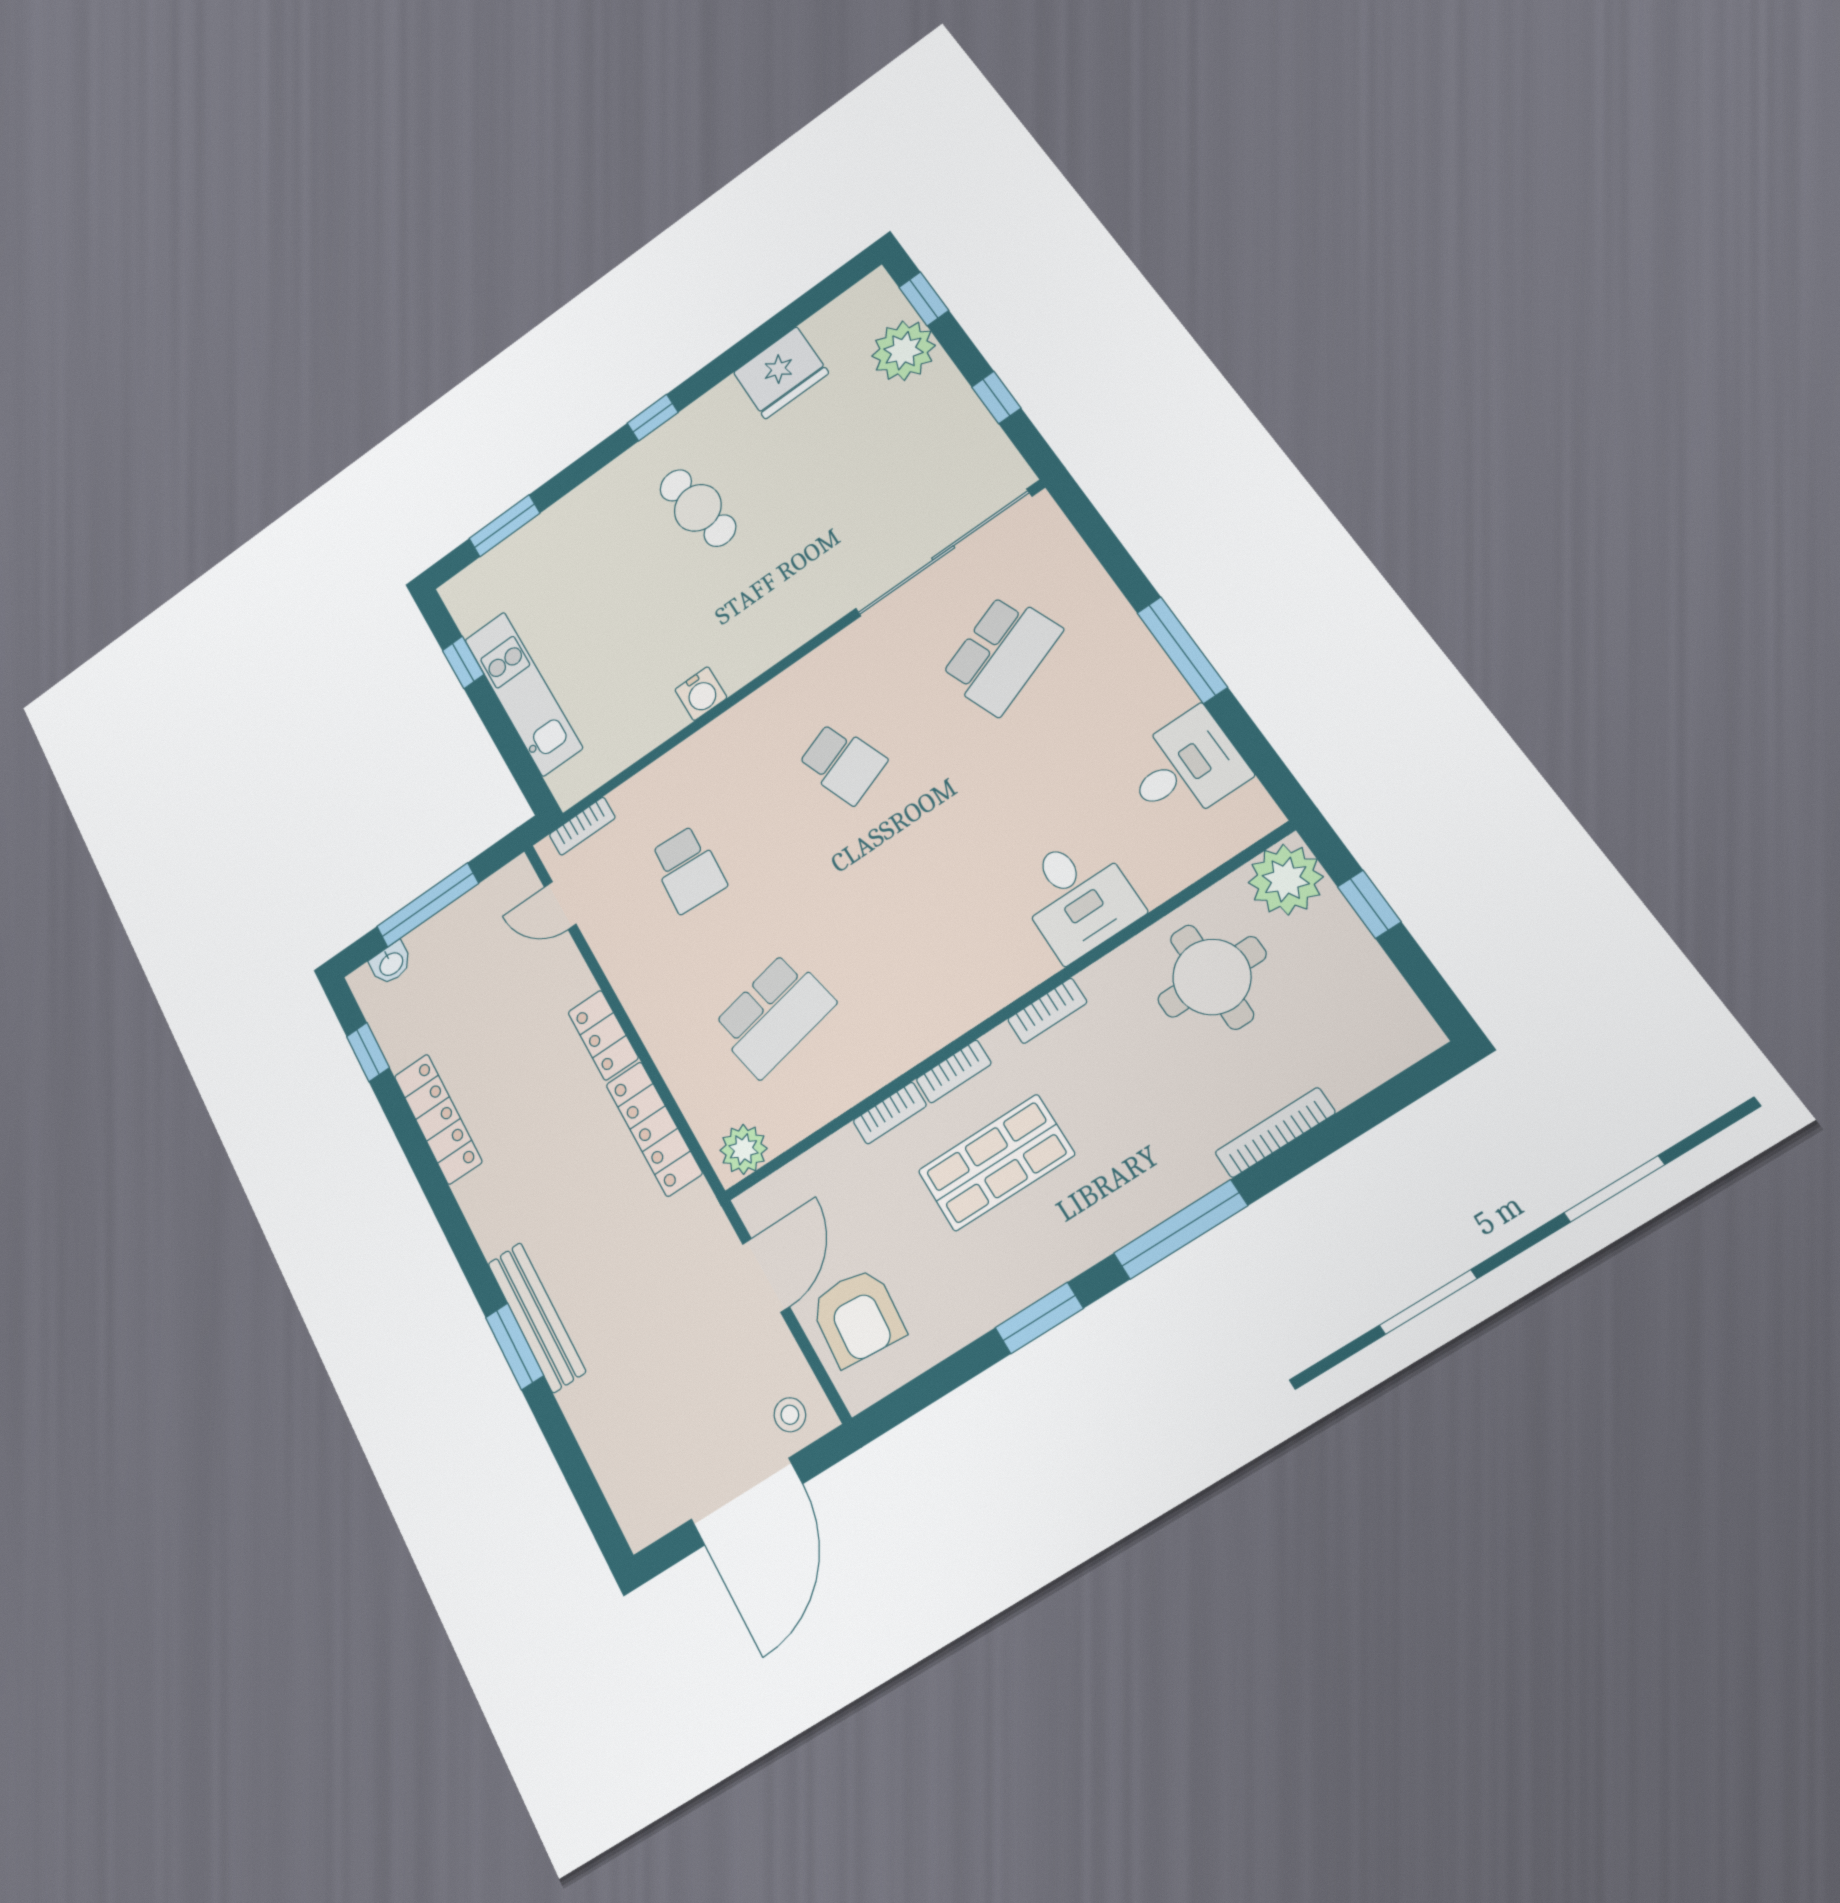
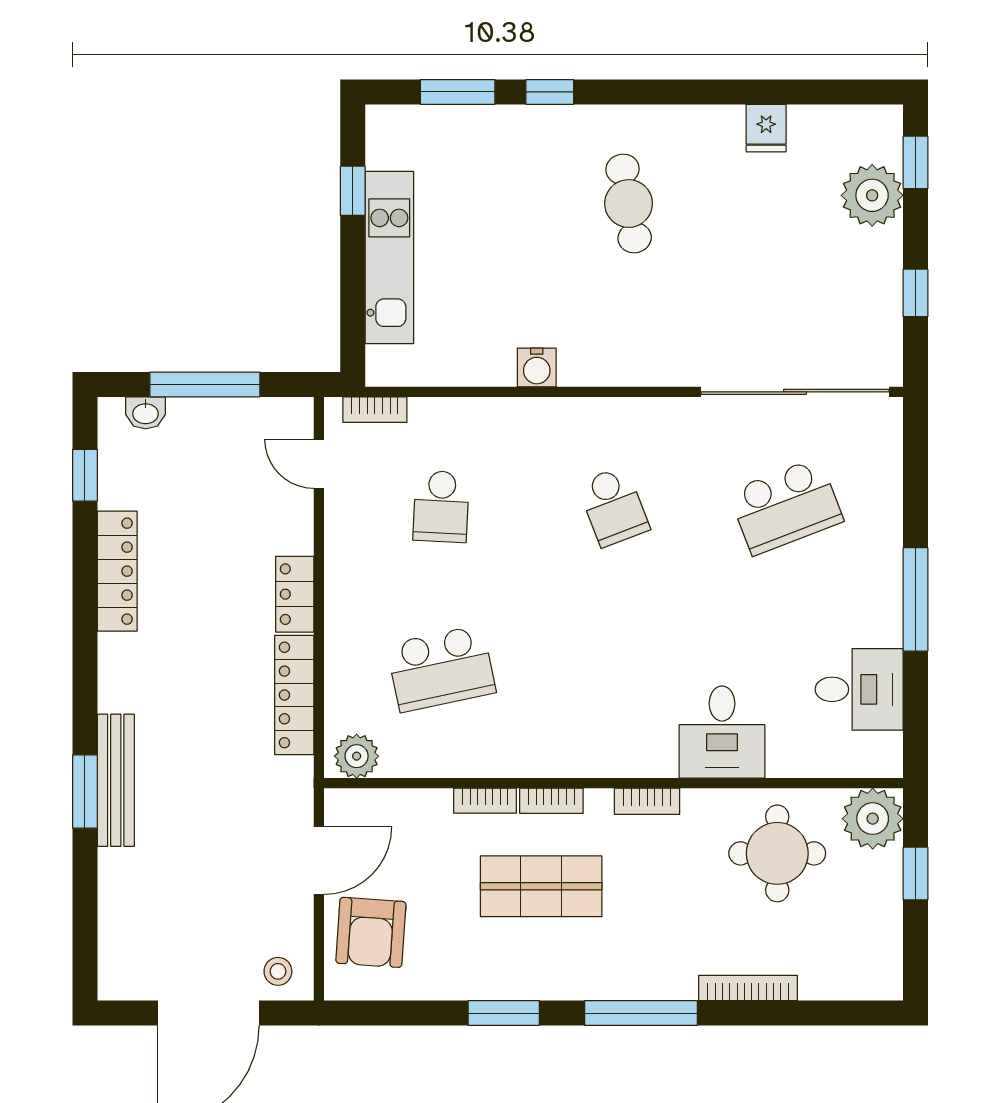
fridge: (781, 373) -> (766, 128), width x0.53, depth x0.75
window: (653, 418) -> (550, 92), moved

